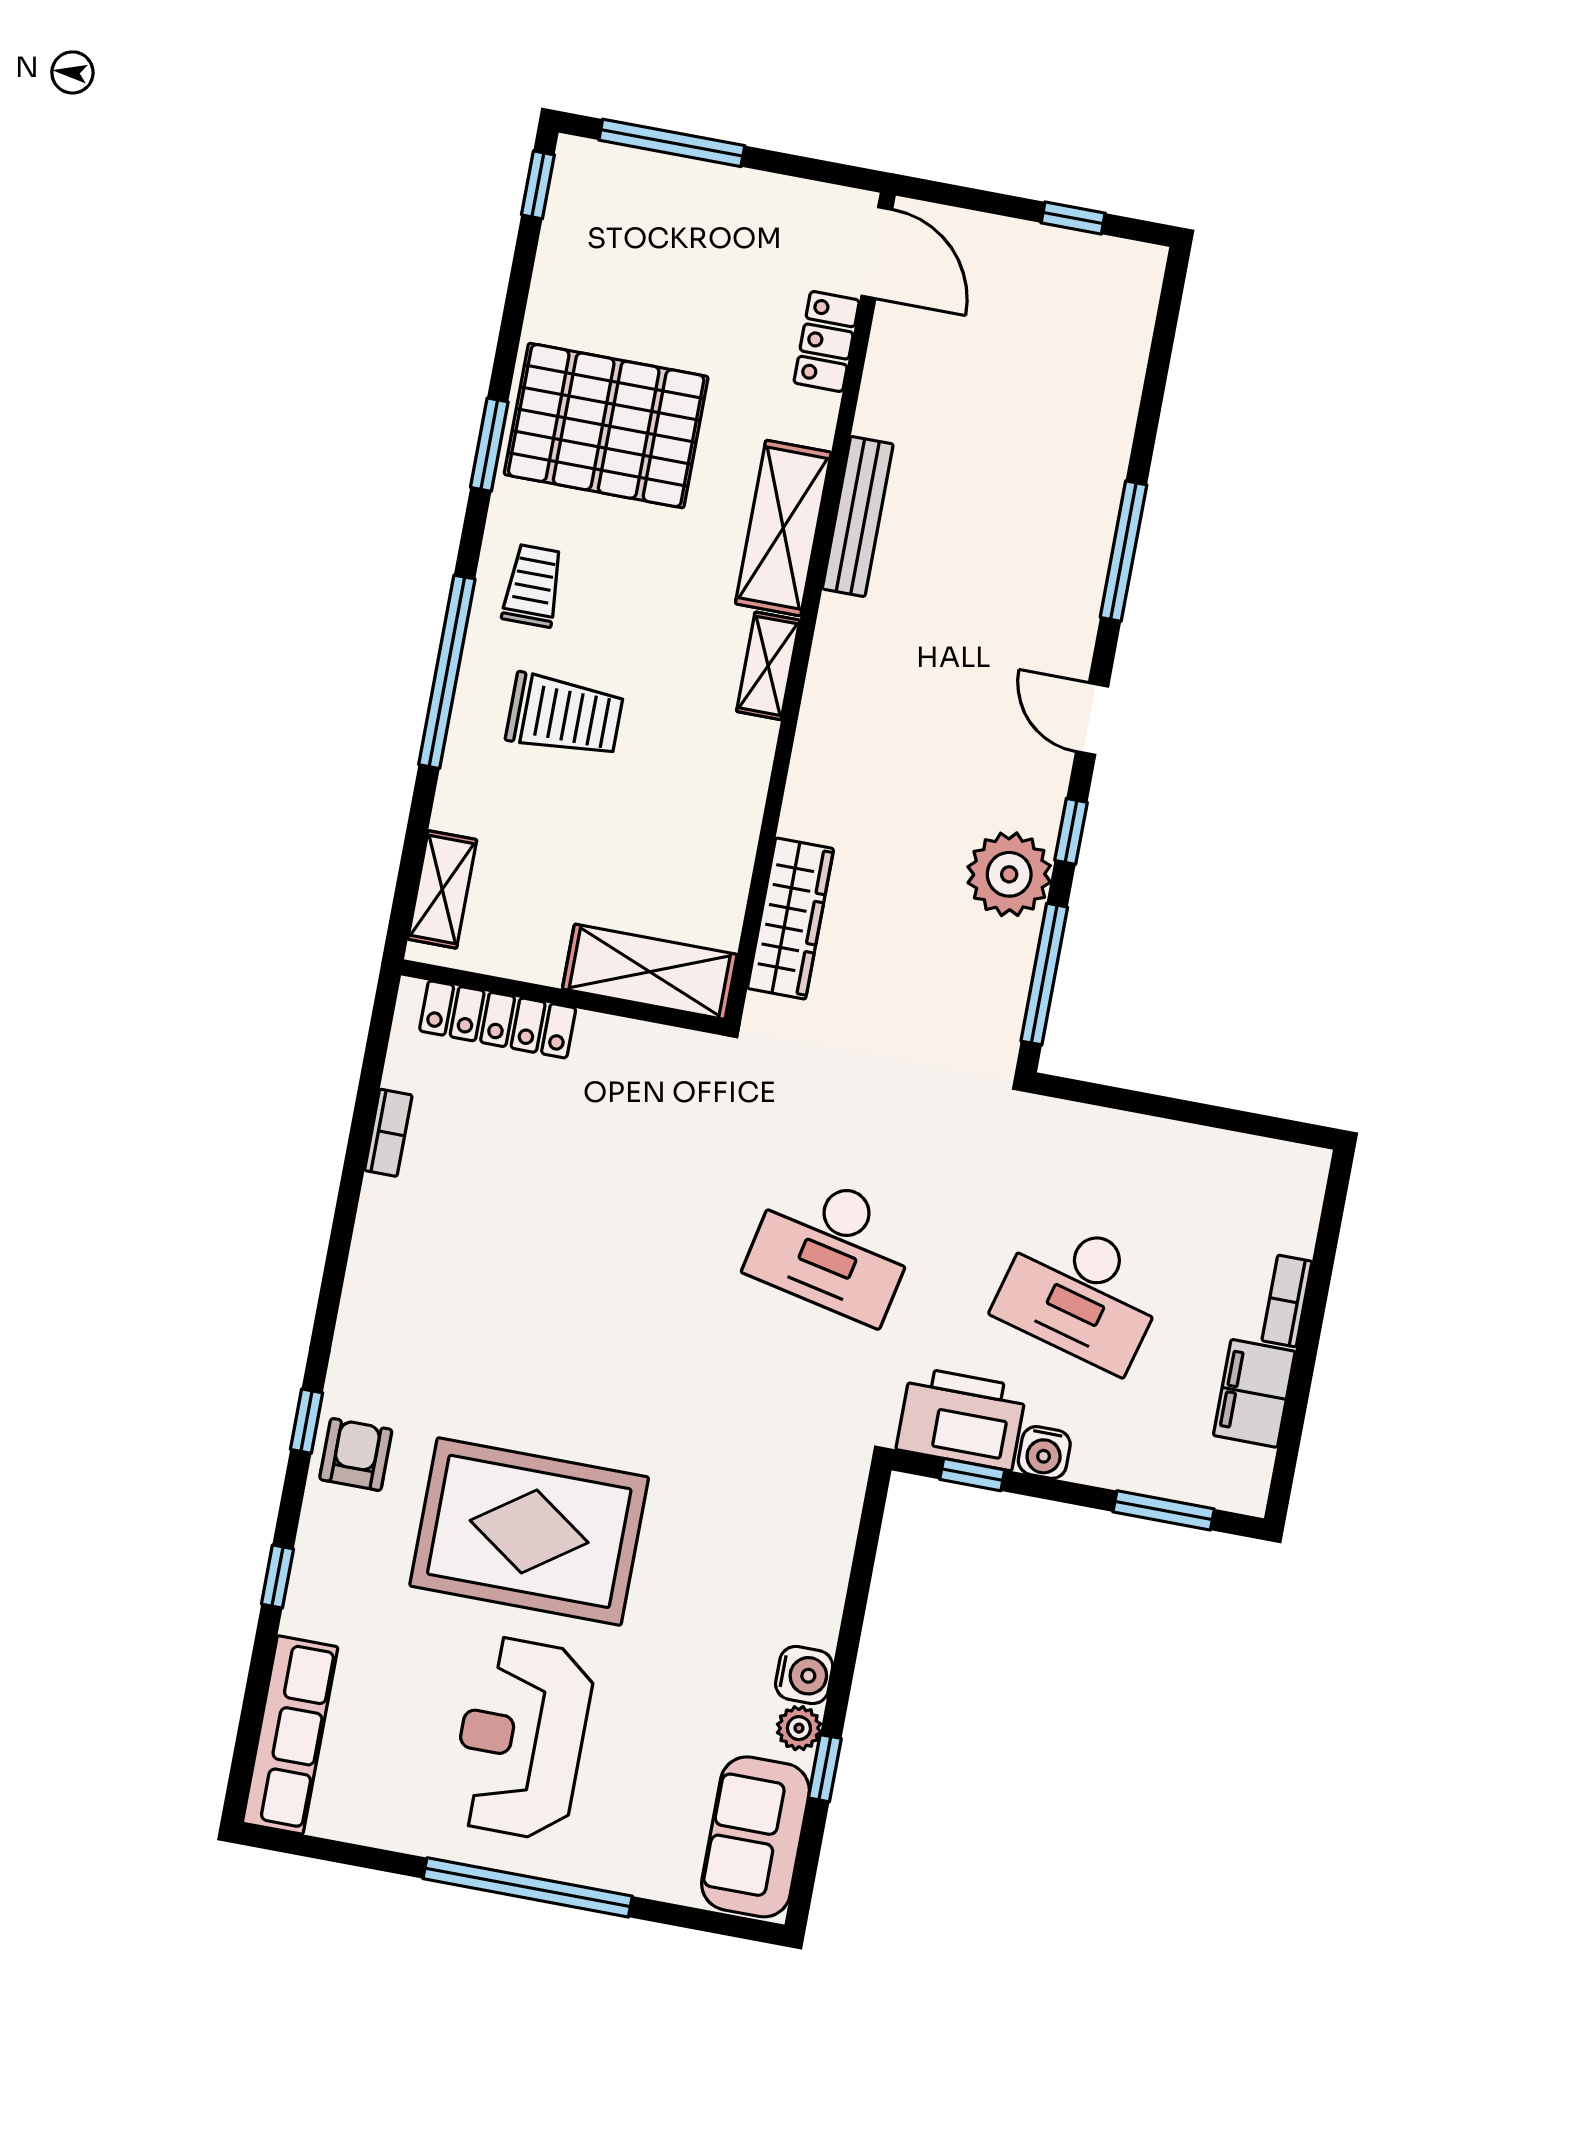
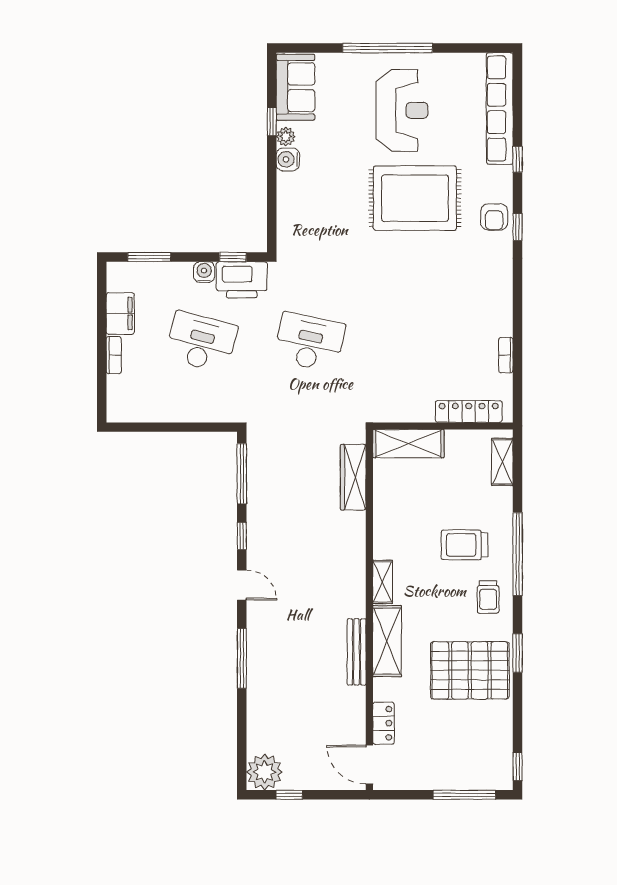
plant: (1009, 874) -> (265, 772), moved
row of seats: (290, 1735) -> (500, 108), width x1.36

